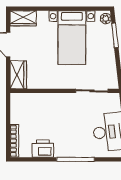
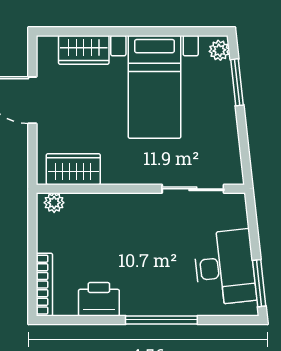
wardrobe: (23, 18) -> (84, 50), moved
wardrobe: (18, 75) -> (73, 169), moved, turned -90
plant: (19, 98) -> (54, 203), added

